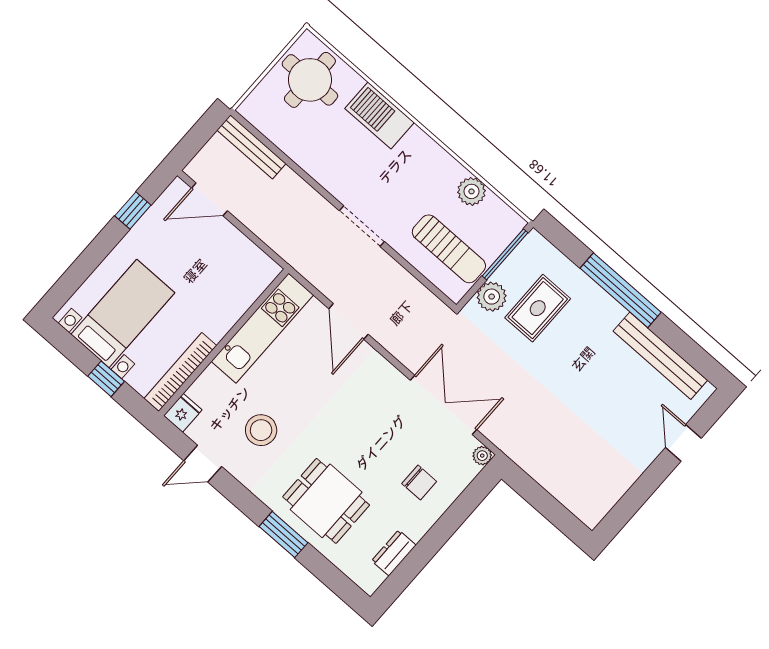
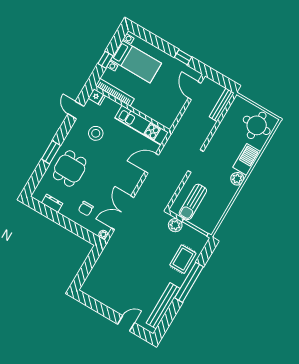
plant: (471, 191) -> (237, 179), moved
rug: (538, 308) -> (183, 259), moved, turned 90
double door: (443, 405) -> (123, 213), swing flipped

